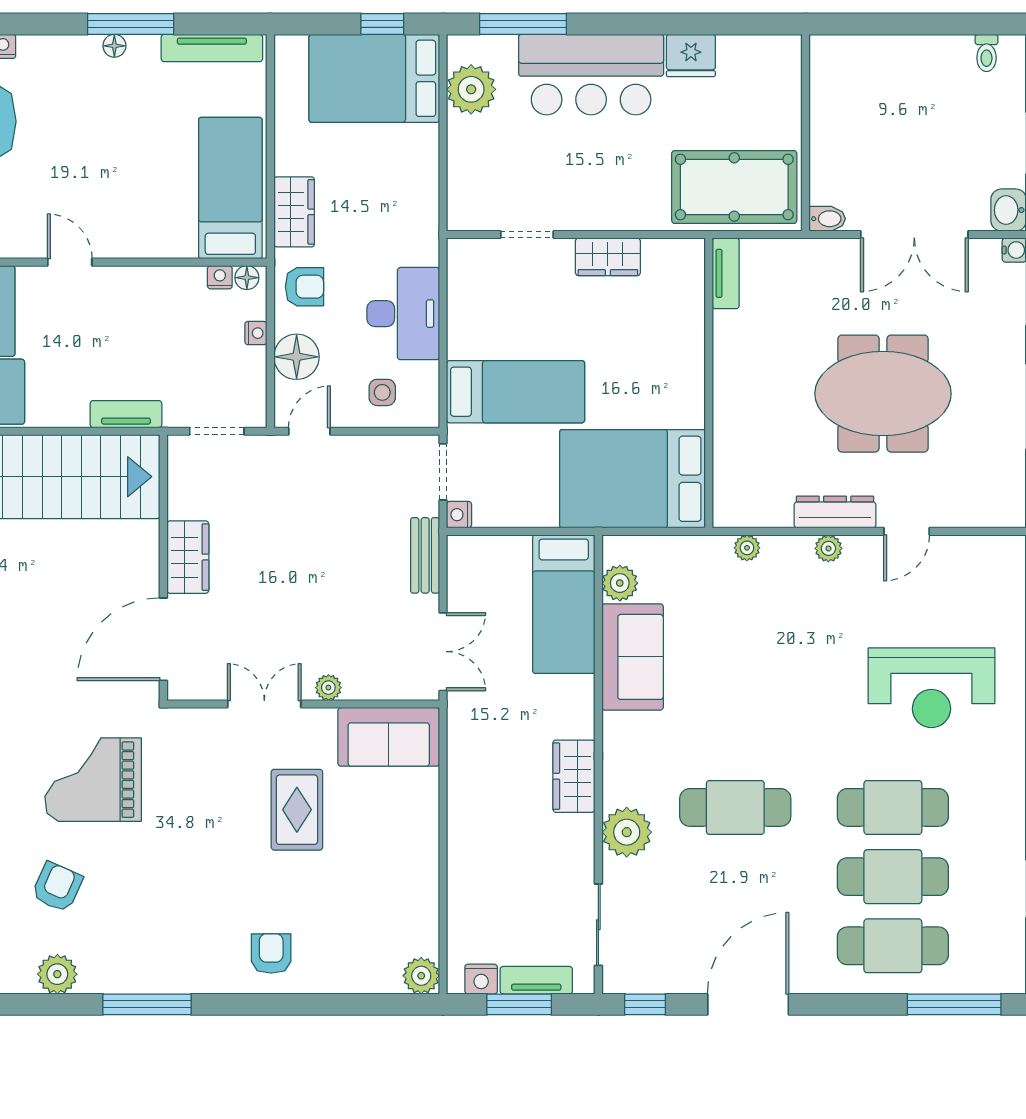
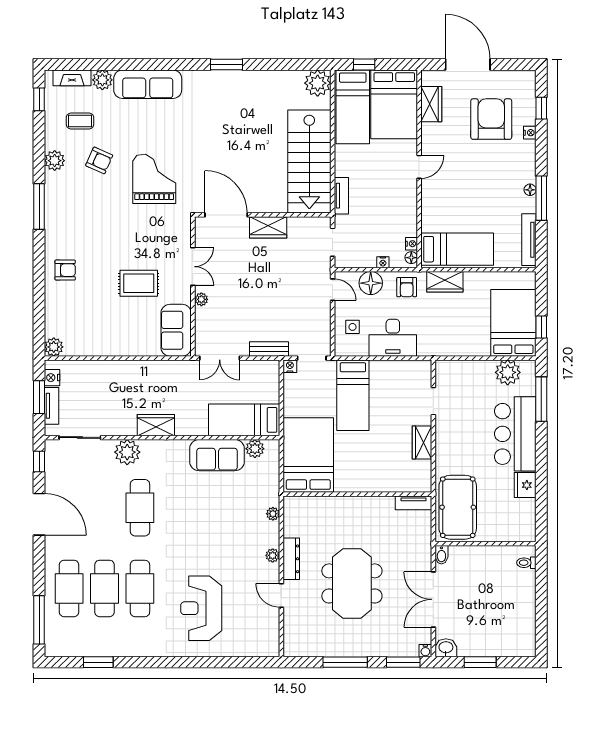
toilet: (987, 53) -> (526, 563), moved

